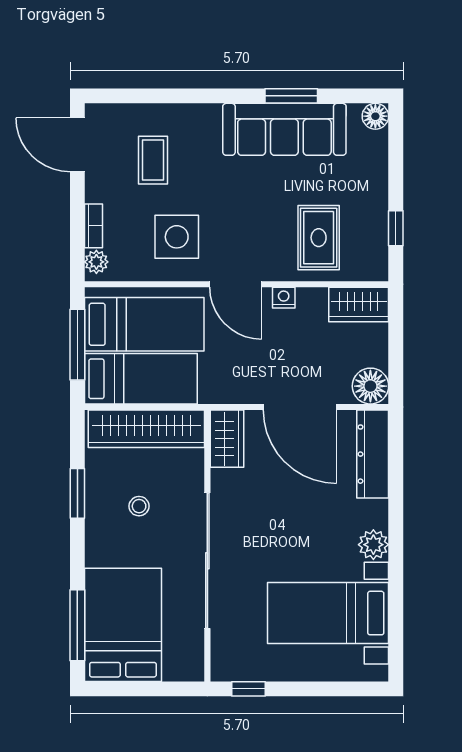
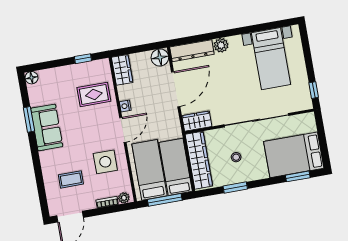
sofa: (284, 129) -> (47, 127), width x0.73
plant: (373, 545) -> (221, 45), moved
window: (77, 625) -> (298, 176), width x0.69

